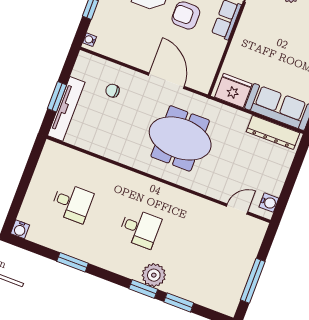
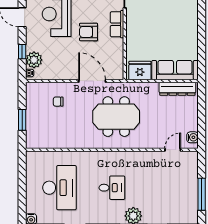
plant: (102, 25) -> (34, 60), added
tv unit: (66, 109) -> (32, 126), removed
desk: (72, 203) -> (59, 188), width x1.87, depth x1.30

